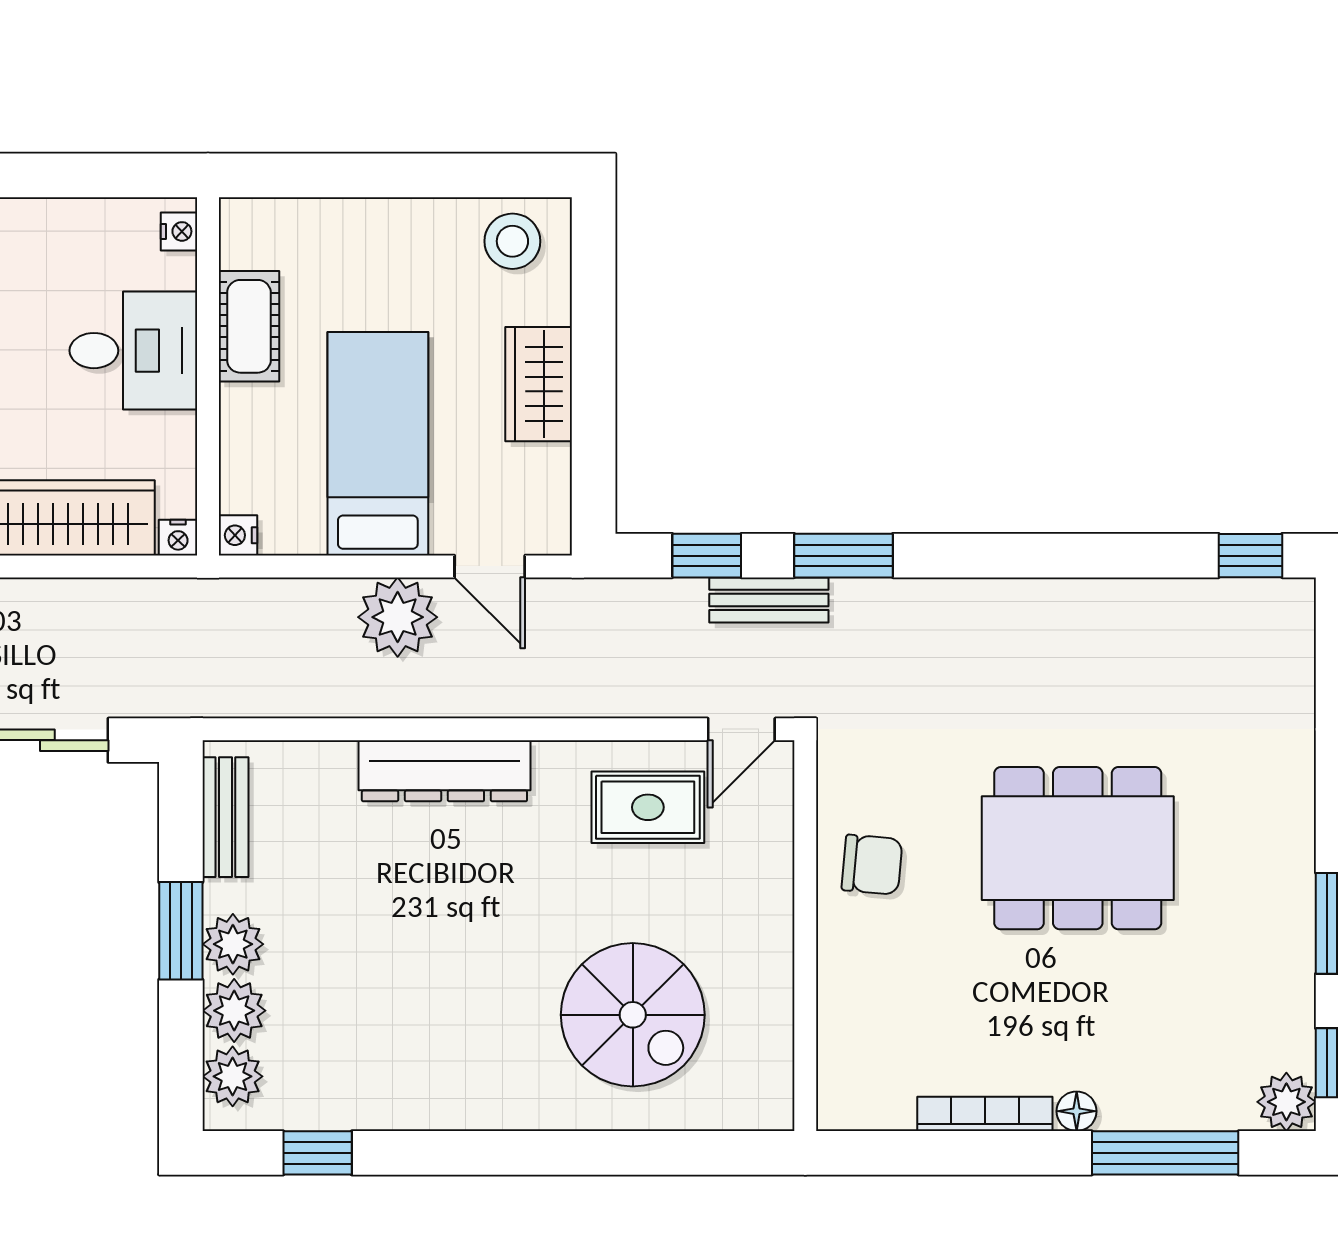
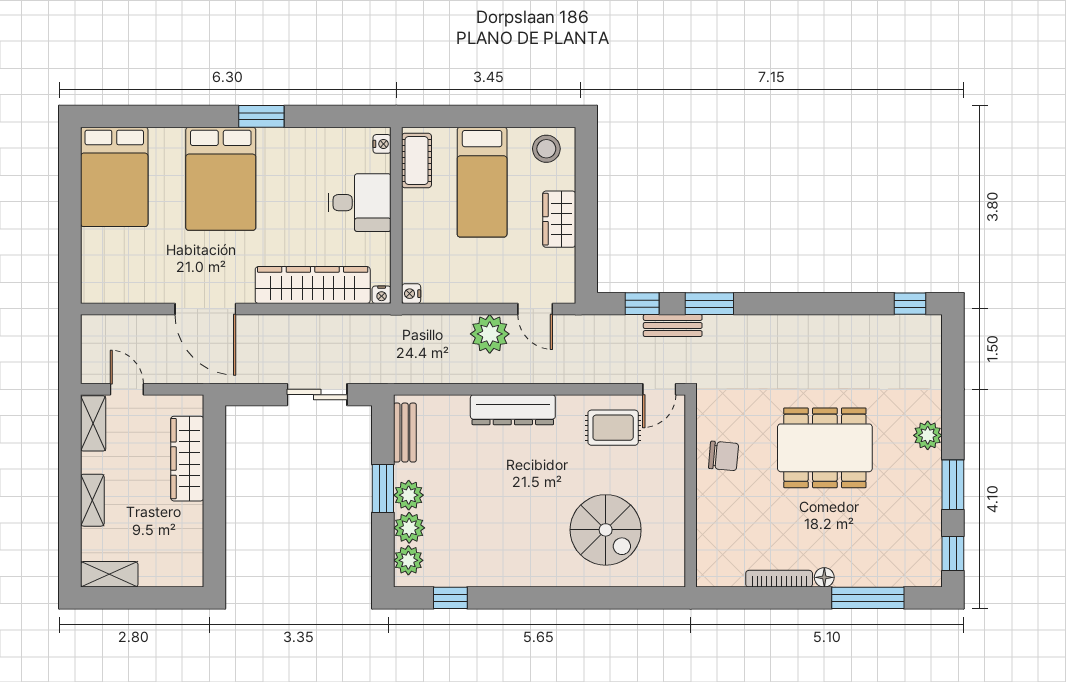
cot: (249, 326) -> (417, 161), moved
bed: (378, 444) -> (482, 182), moved, turned 180
plant: (1286, 1102) -> (928, 435), moved

